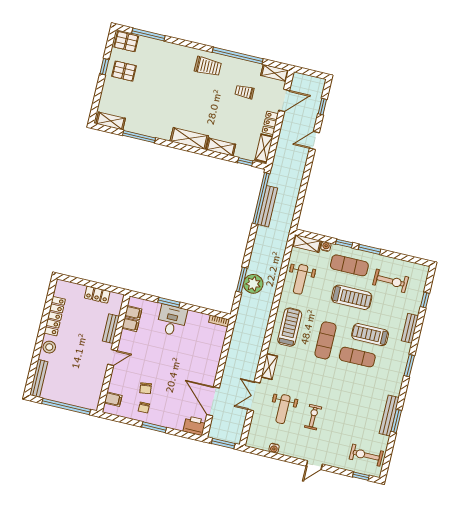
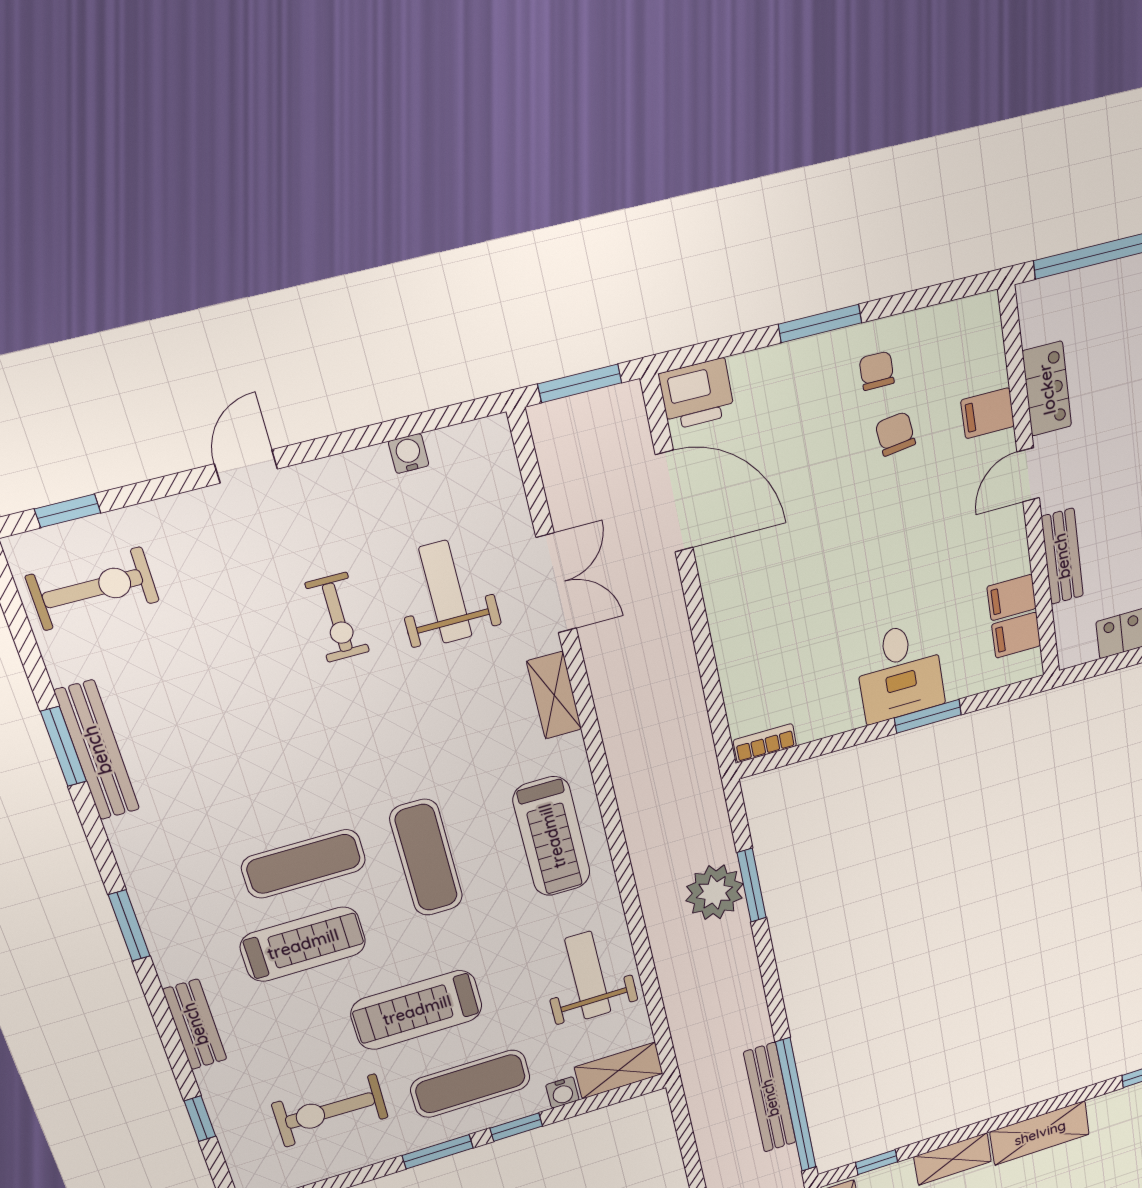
locker: (98, 379) -> (1047, 389), added
filing cabinet: (113, 399) -> (988, 413), moved

